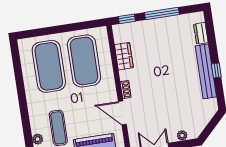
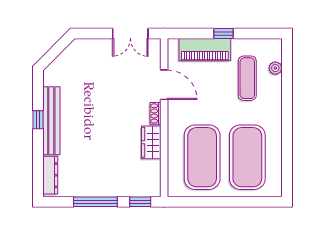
dresser: (201, 33) -> (50, 175), width x1.44
wardrobe: (124, 56) -> (151, 142), moved
plant: (182, 135) -> (93, 45), removed

